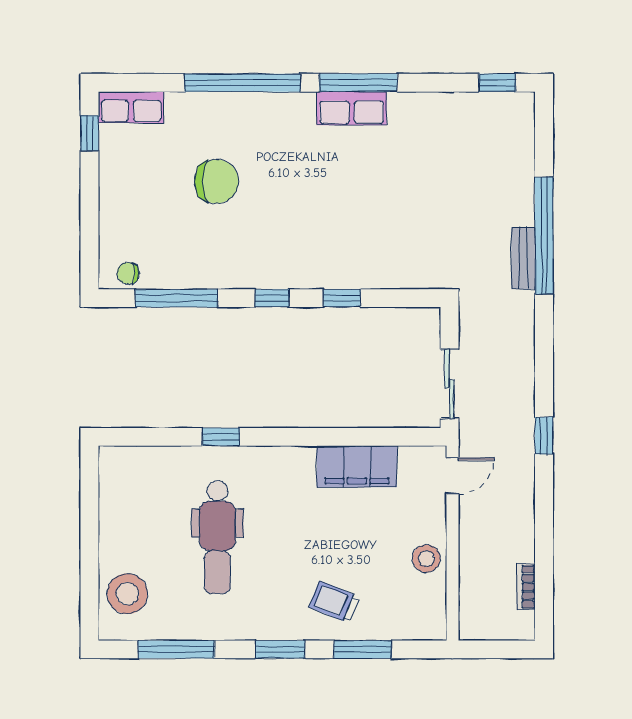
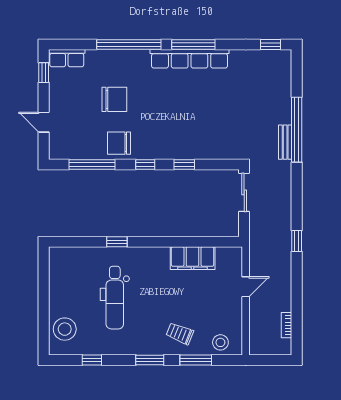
row of seats: (352, 108) -> (190, 59), width x2.02
door: (89, 222) -> (44, 122), added
chair: (128, 273) -> (119, 143), moved, width x1.87, depth x1.87
sliding door: (450, 384) -> (244, 192), moved
door: (452, 476) -> (246, 287), moved
stool: (426, 559) -> (220, 342), moved
window: (176, 649) -> (92, 360), width x0.46

